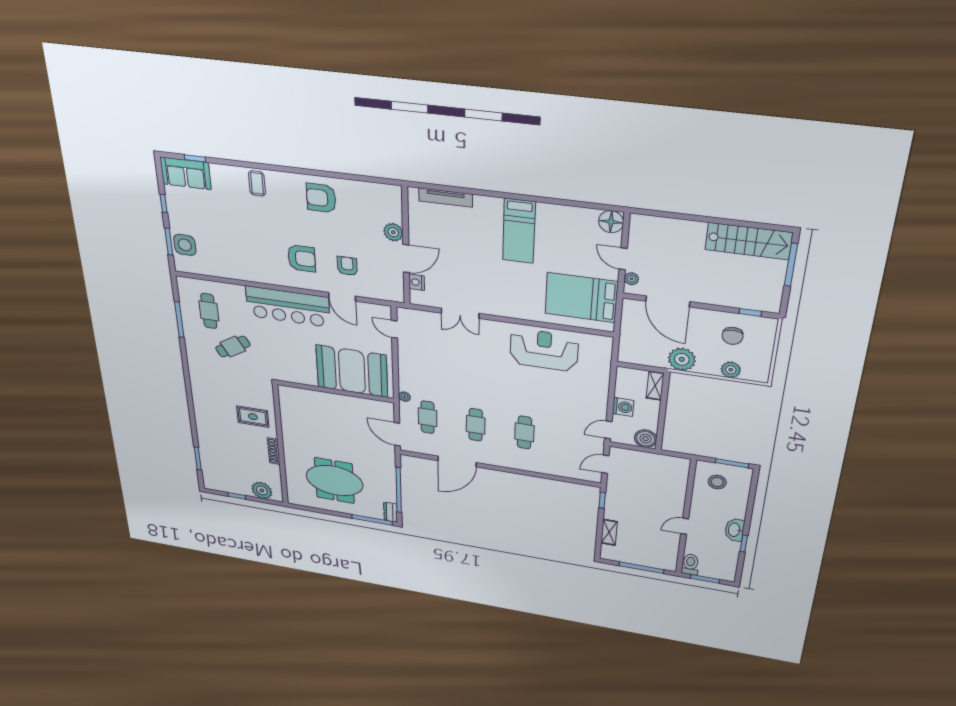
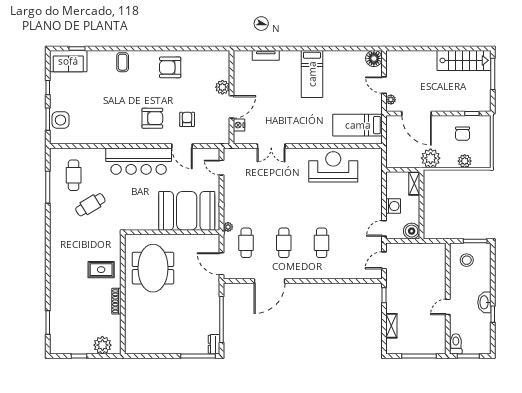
tv unit: (446, 197) -> (266, 55), width x0.71
bed: (581, 298) -> (358, 125), width x0.67
meeting table: (334, 481) -> (153, 268), moved, turned 90

